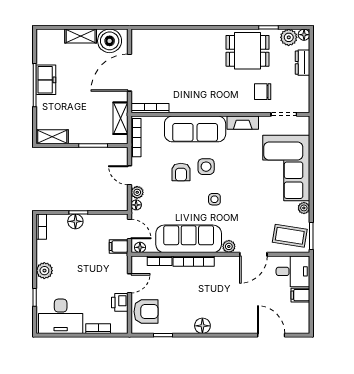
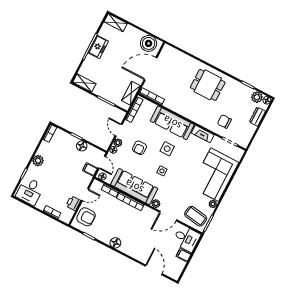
shelving: (81, 36) -> (116, 23), moved
dining table: (248, 51) -> (208, 85), moved
armchair: (181, 172) -> (140, 148), moved
floor lamp: (75, 221) -> (82, 146), moved
desk: (61, 316) -> (30, 191), width x0.73

